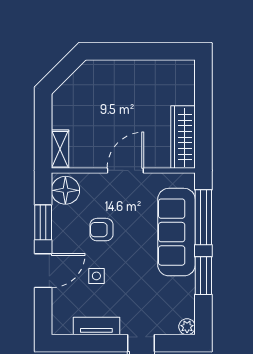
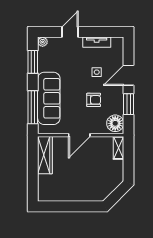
window: (203, 276) -> (33, 62), moved

